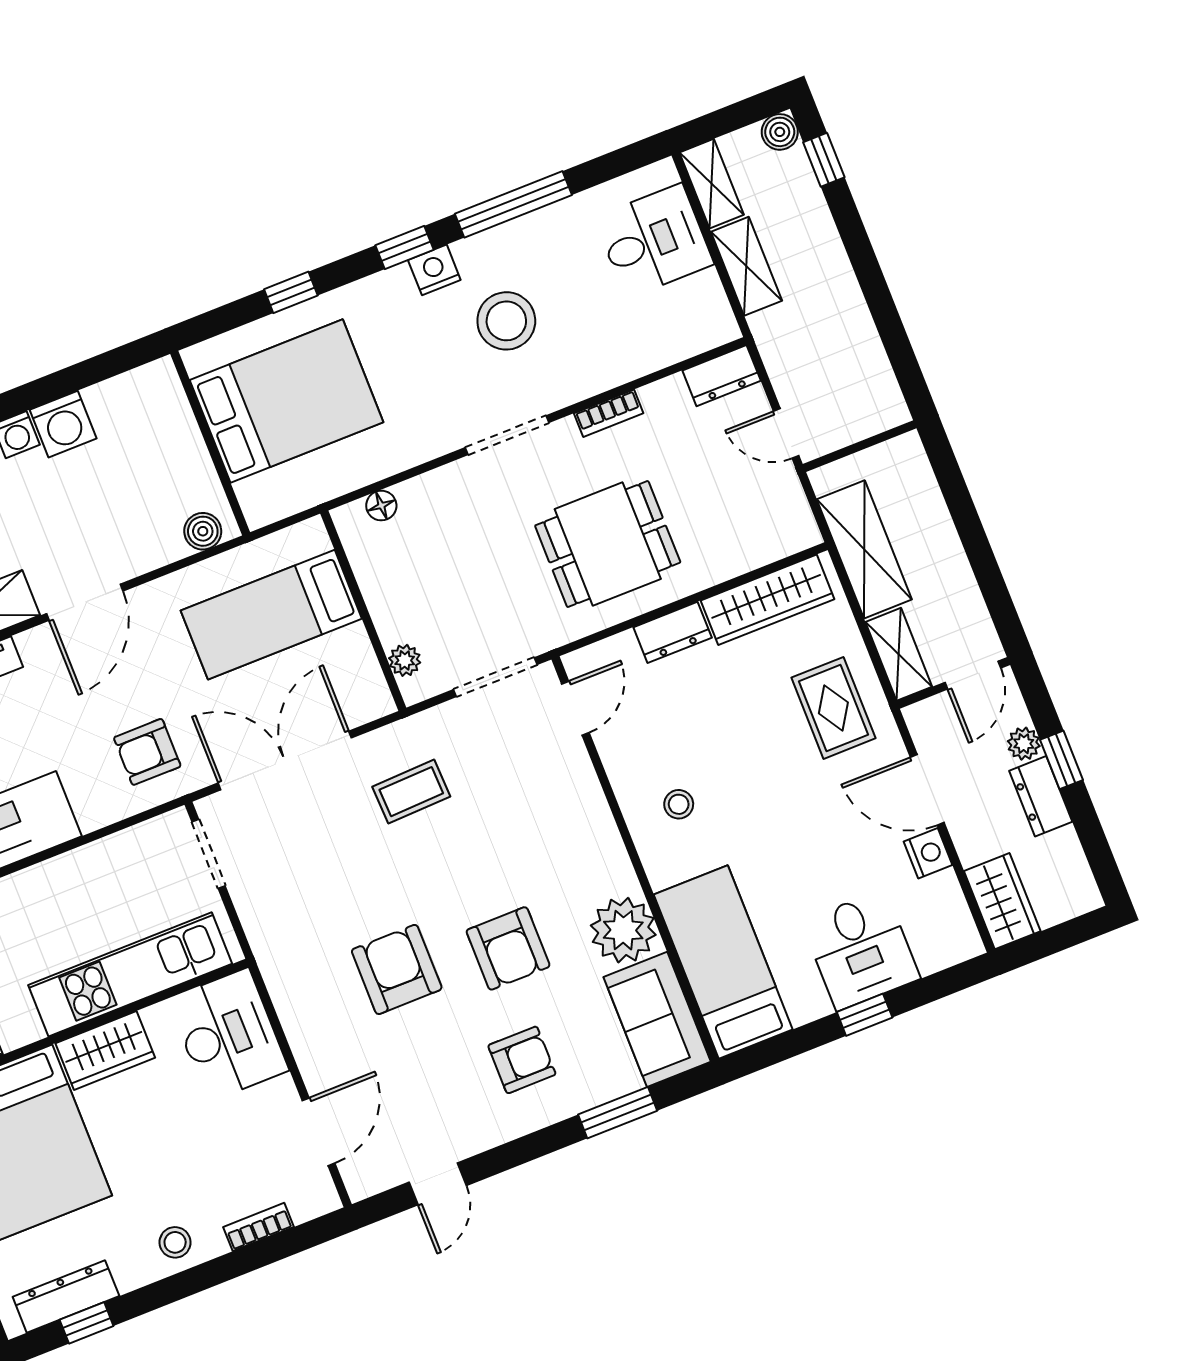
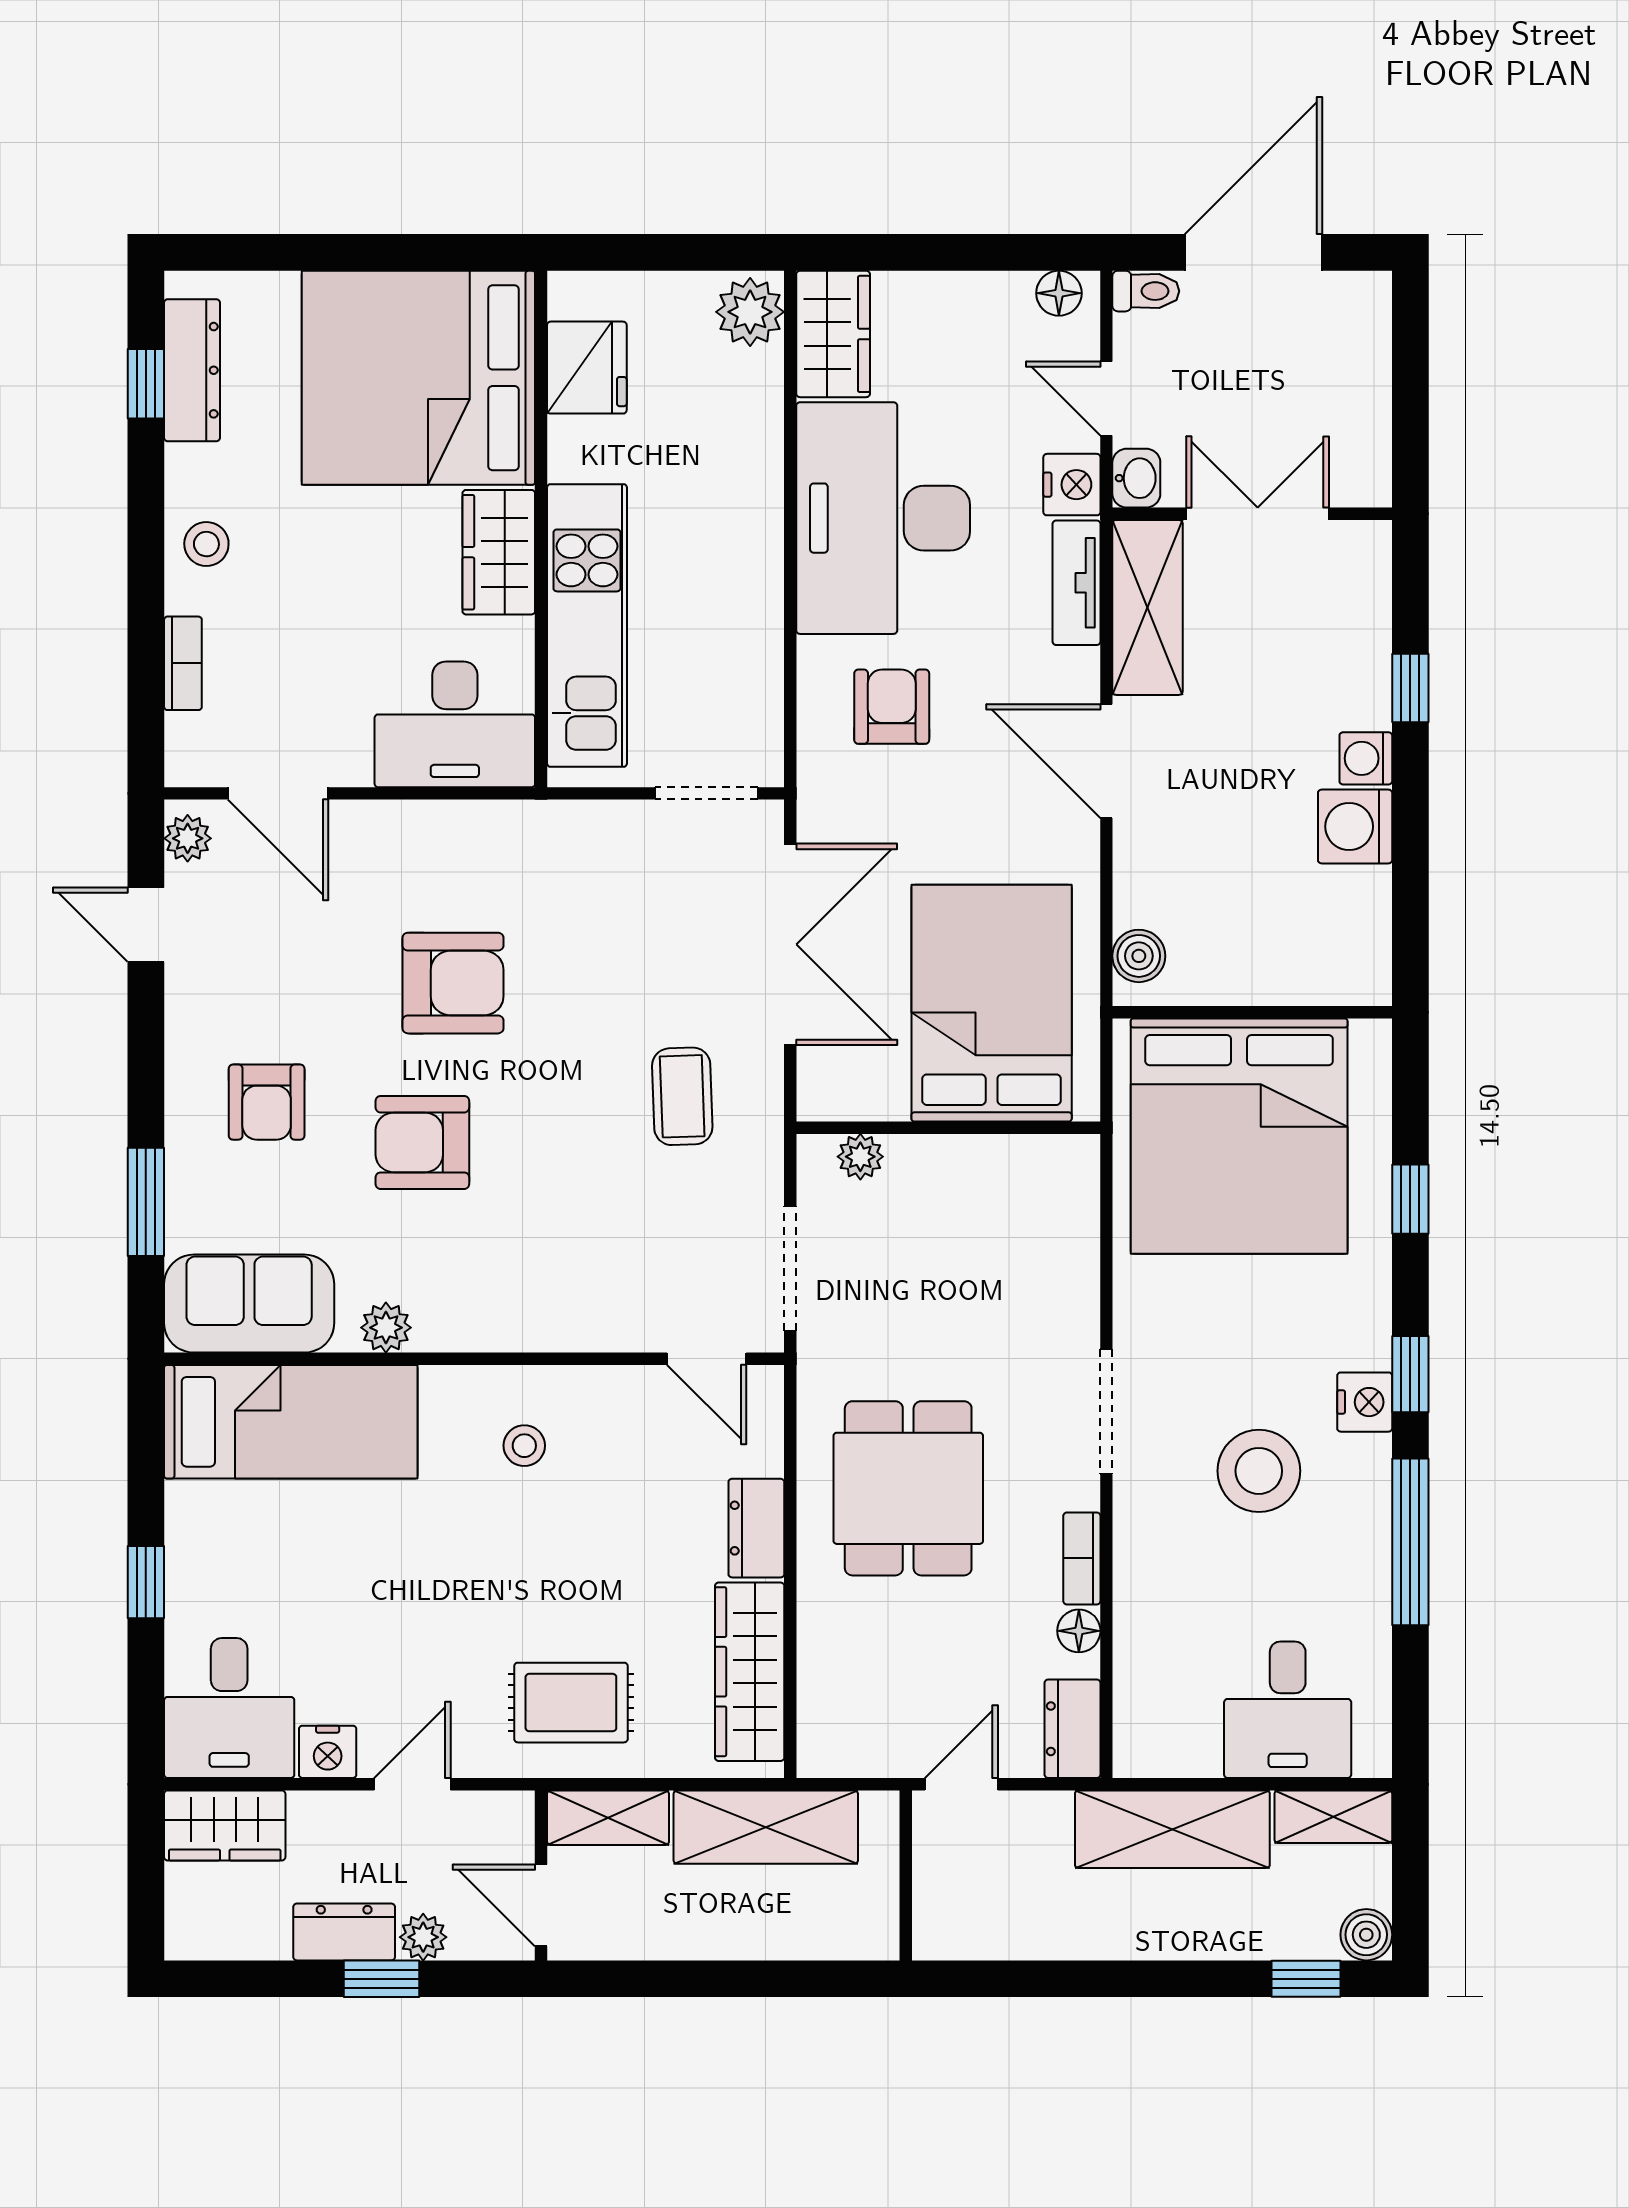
shelving: (746, 266) -> (1172, 1829), width x1.50, depth x1.33
bed: (287, 401) -> (1239, 1136), width x1.36
floor lamp: (381, 506) -> (1079, 1631), moved
bed: (271, 615) -> (992, 1003), width x1.50
armchair: (147, 752) -> (892, 707), moved
door: (927, 790) -> (412, 1784), width x0.73
plant: (623, 930) -> (386, 1328), width x0.53, depth x0.53
desk: (861, 950) -> (229, 1708), moved, turned -90
plant: (371, 1179) -> (188, 838), added

